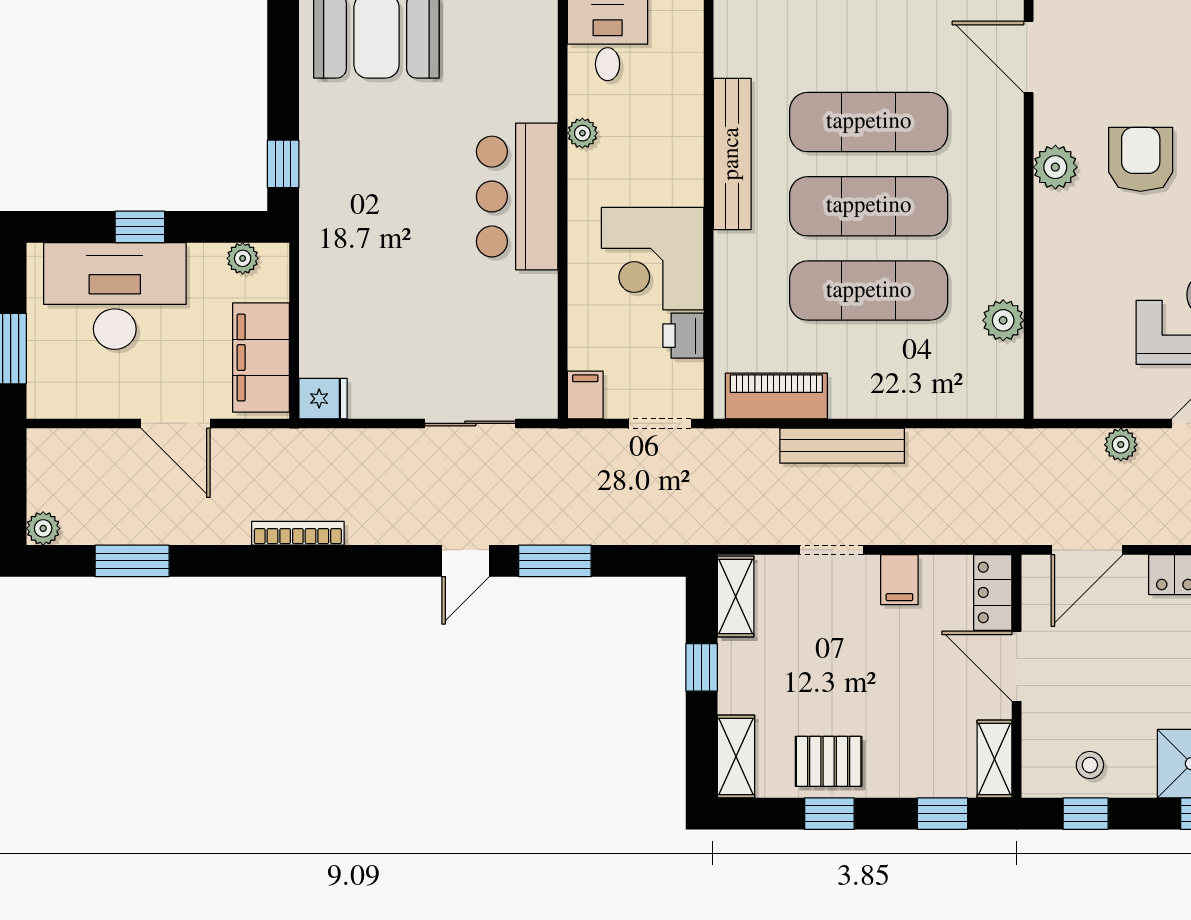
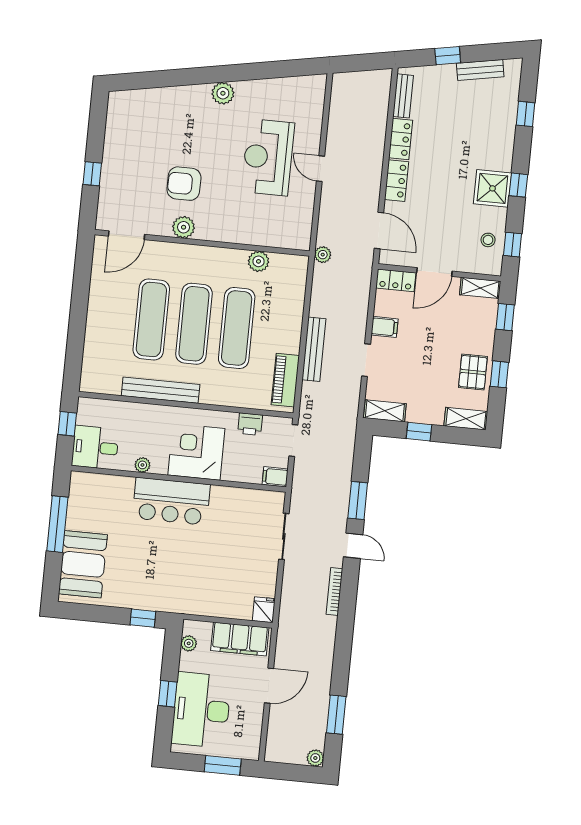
corner desk: (653, 259) -> (196, 452), moved, turned 180
plant: (1121, 445) -> (323, 255), moved
bookcase: (298, 533) -> (334, 591), moved

